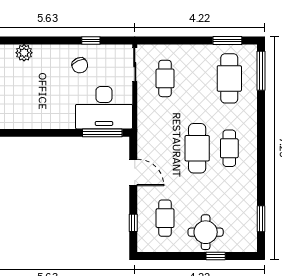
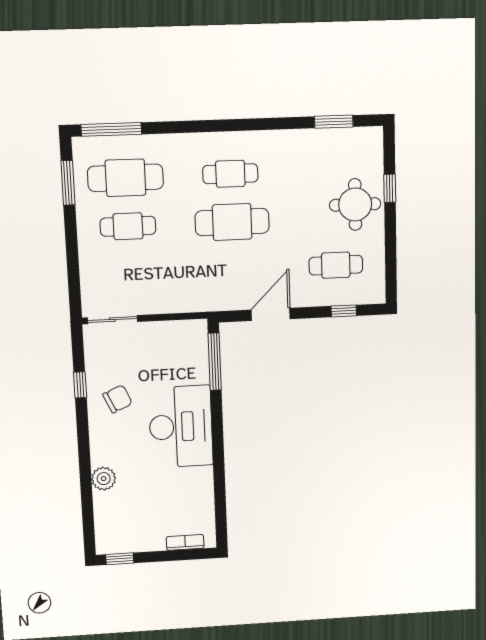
cafe table: (165, 78) -> (128, 226), moved
desk: (104, 108) -> (181, 427), moved

